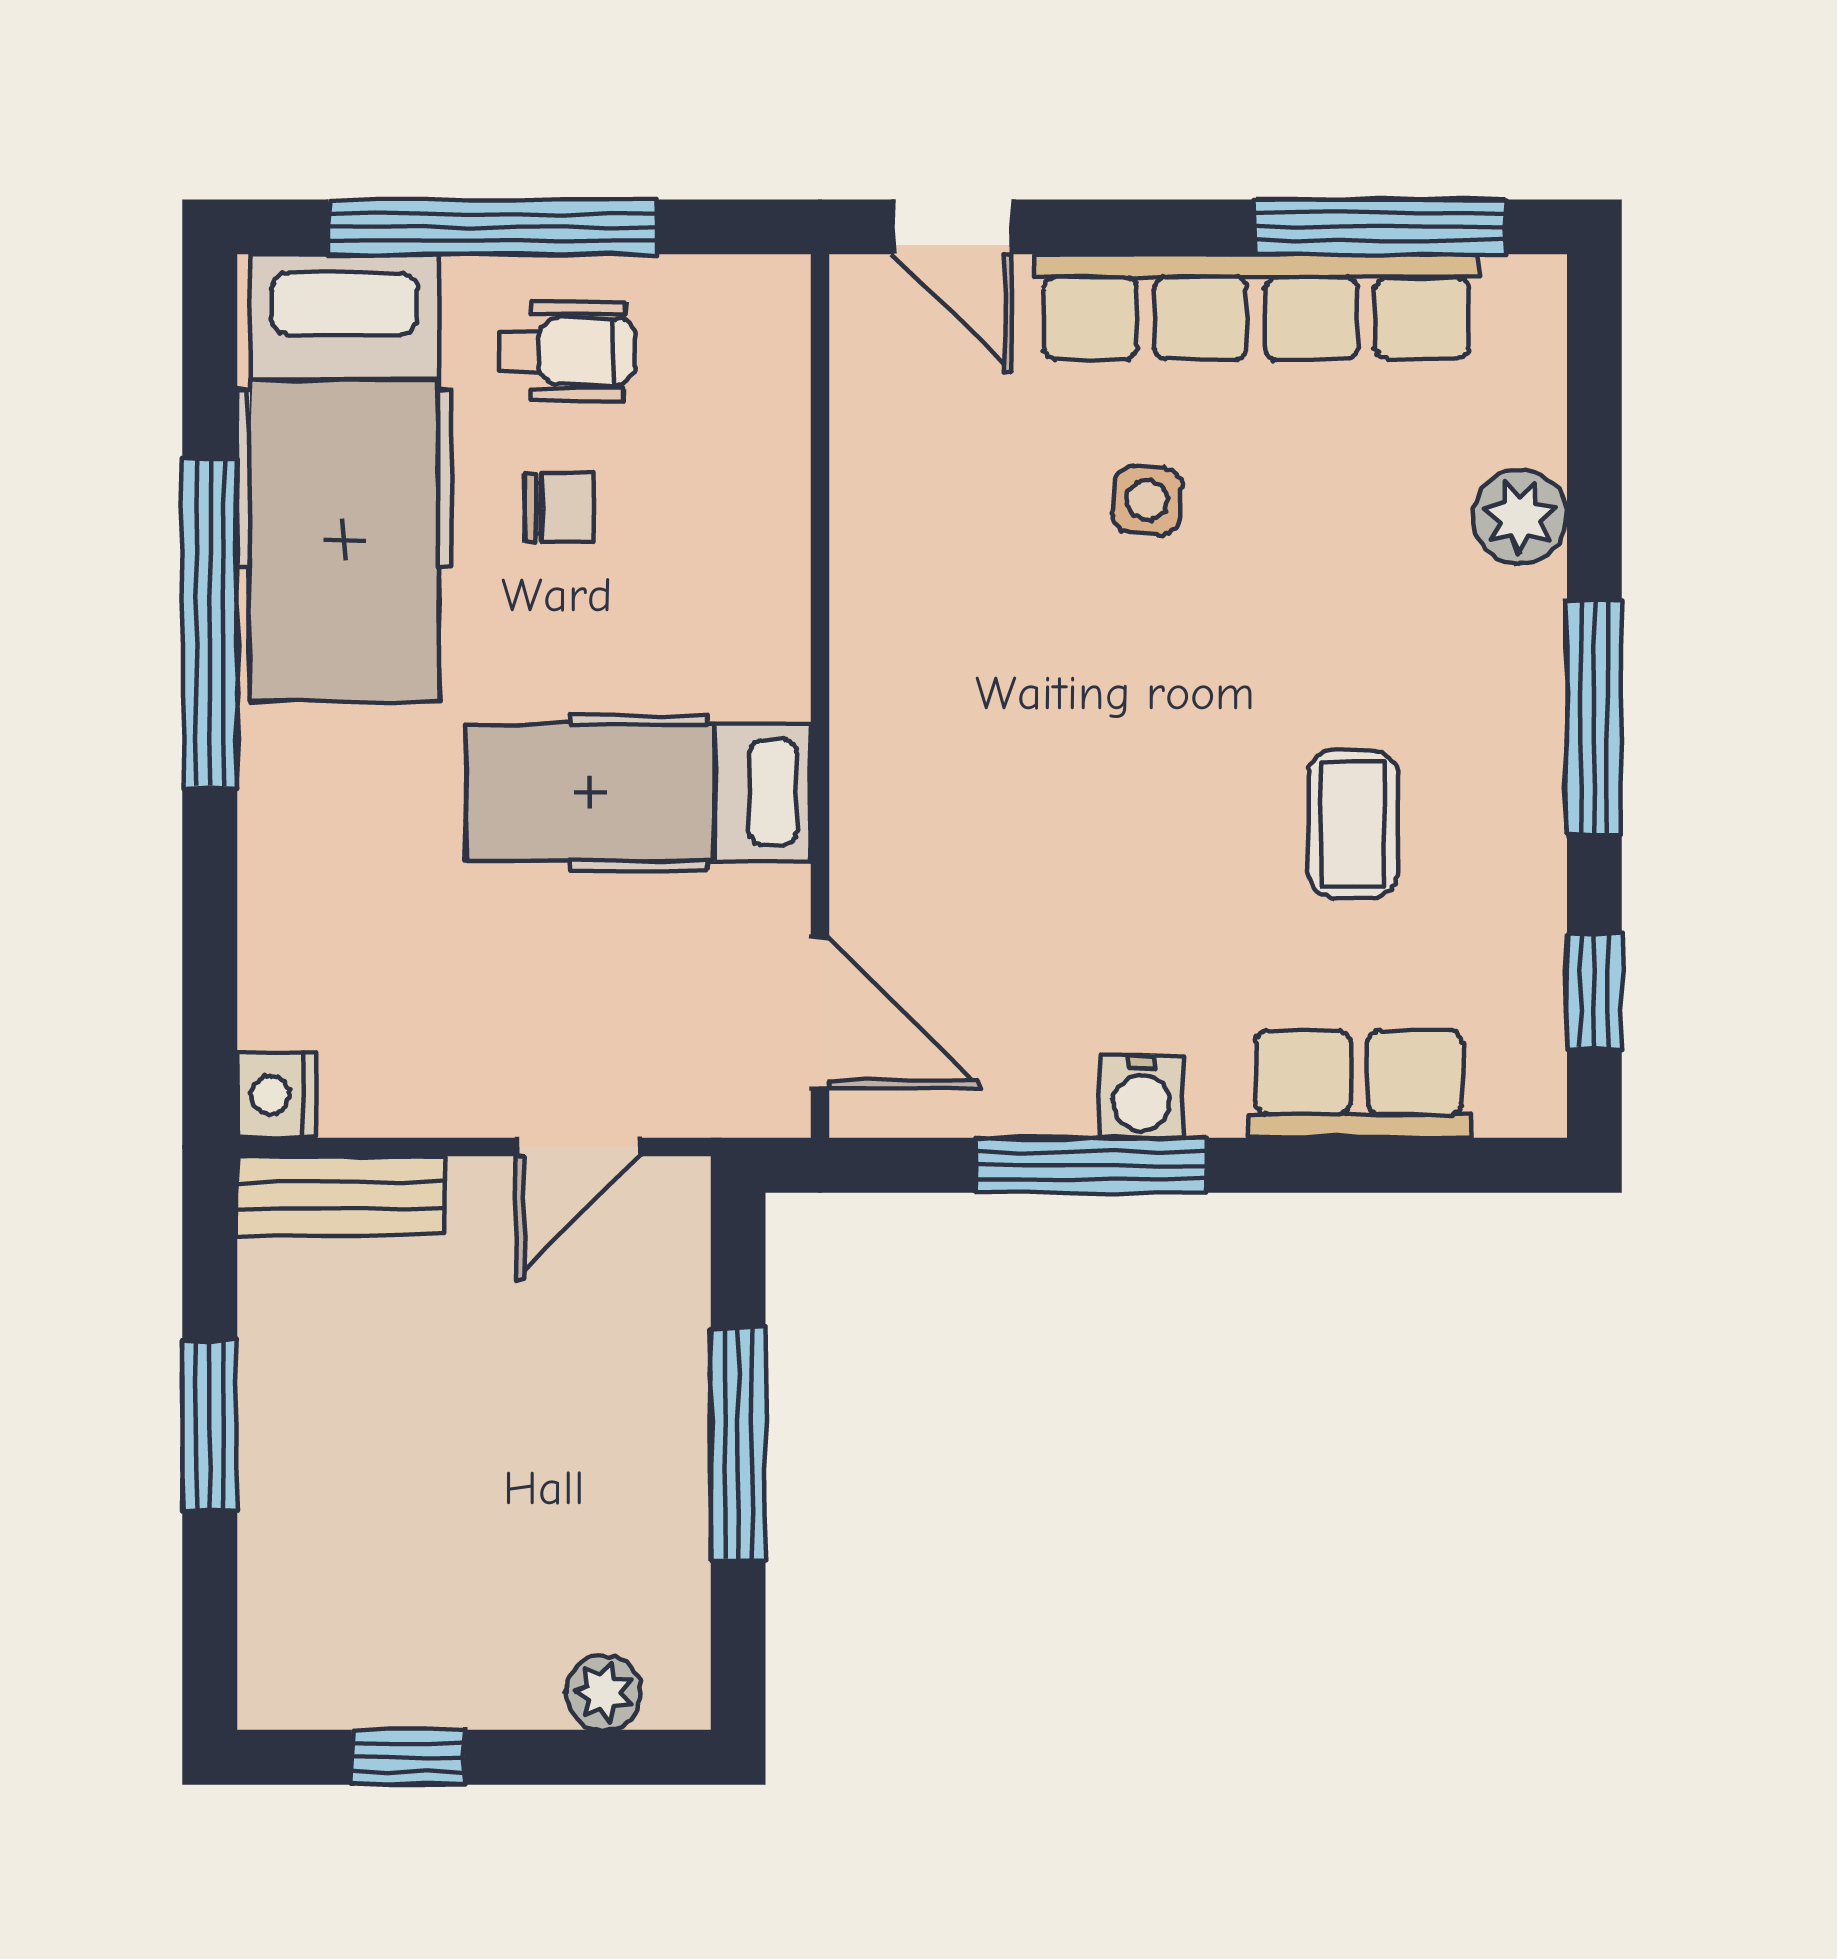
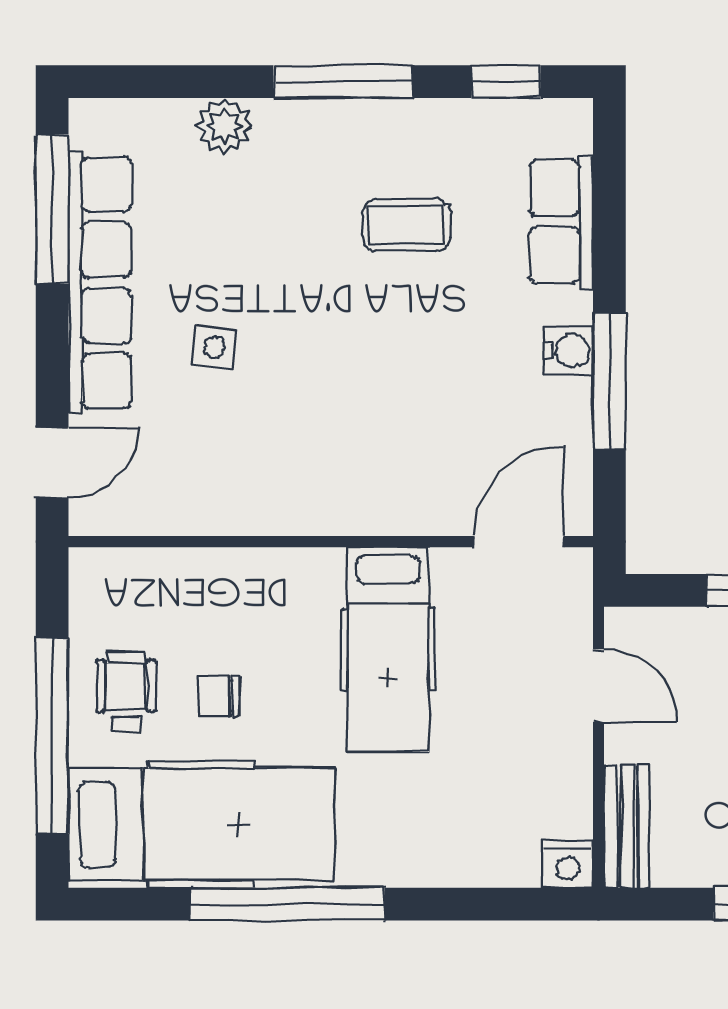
chair: (560, 508) -> (219, 696), turned -90

